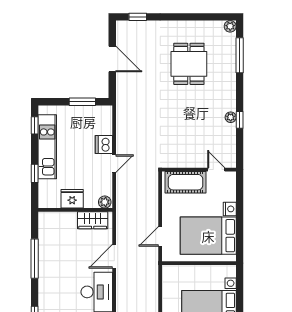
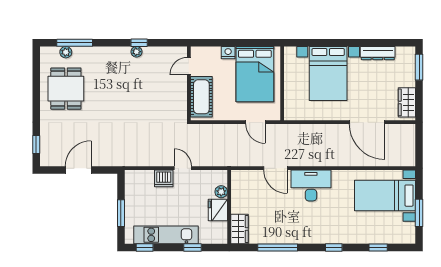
plant: (230, 26) -> (66, 52), moved
dining table: (189, 64) -> (66, 89), moved, turned 90
window: (82, 102) -> (121, 213), moved
plant: (105, 202) -> (221, 192), moved
wardrobe: (93, 220) -> (239, 229), moved

